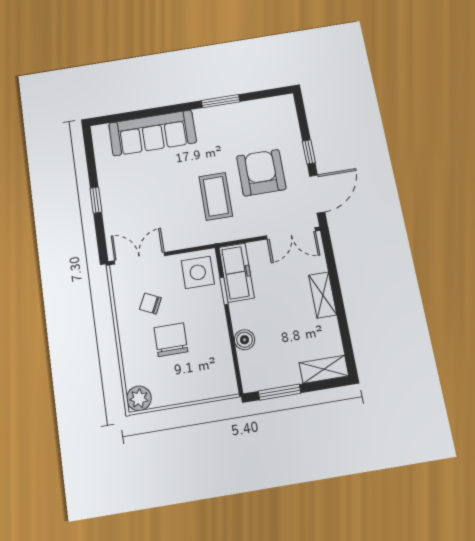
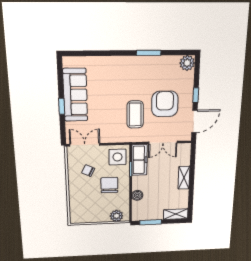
plant: (283, 106) -> (187, 63), added
sofa: (152, 133) -> (75, 95), moved, turned -90
double door: (291, 233) -> (163, 143), moved
chair: (171, 340) -> (109, 185), moved
plant: (139, 398) -> (116, 216), moved

